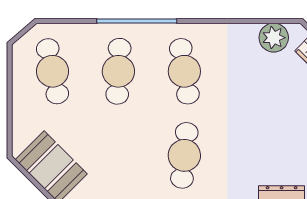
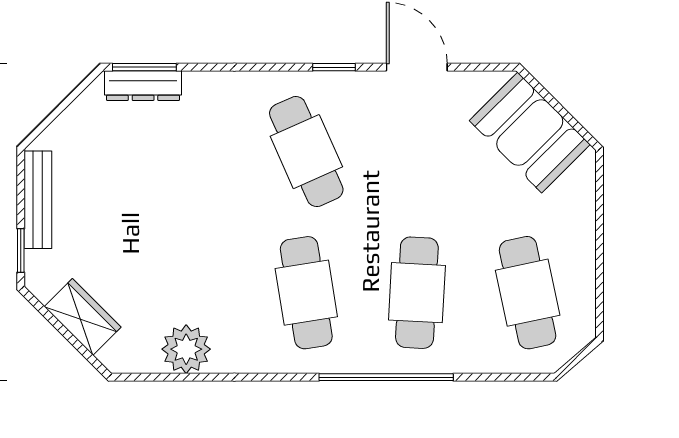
plant: (274, 38) -> (186, 349), moved
cafe table: (184, 155) -> (306, 152), turned -30

